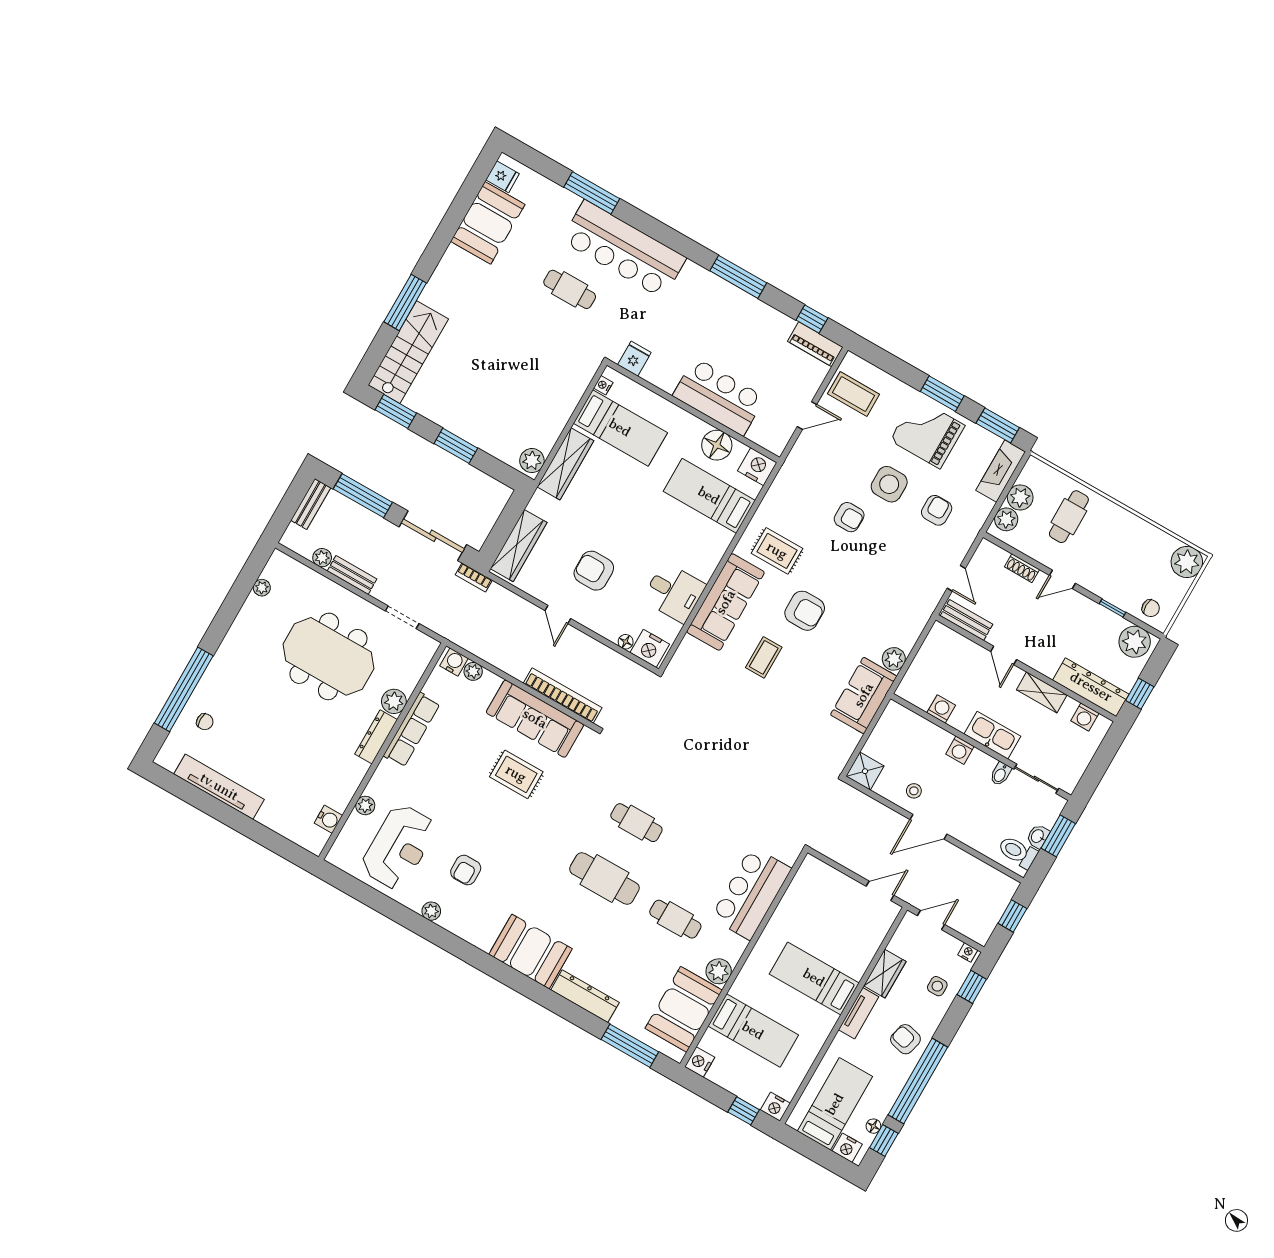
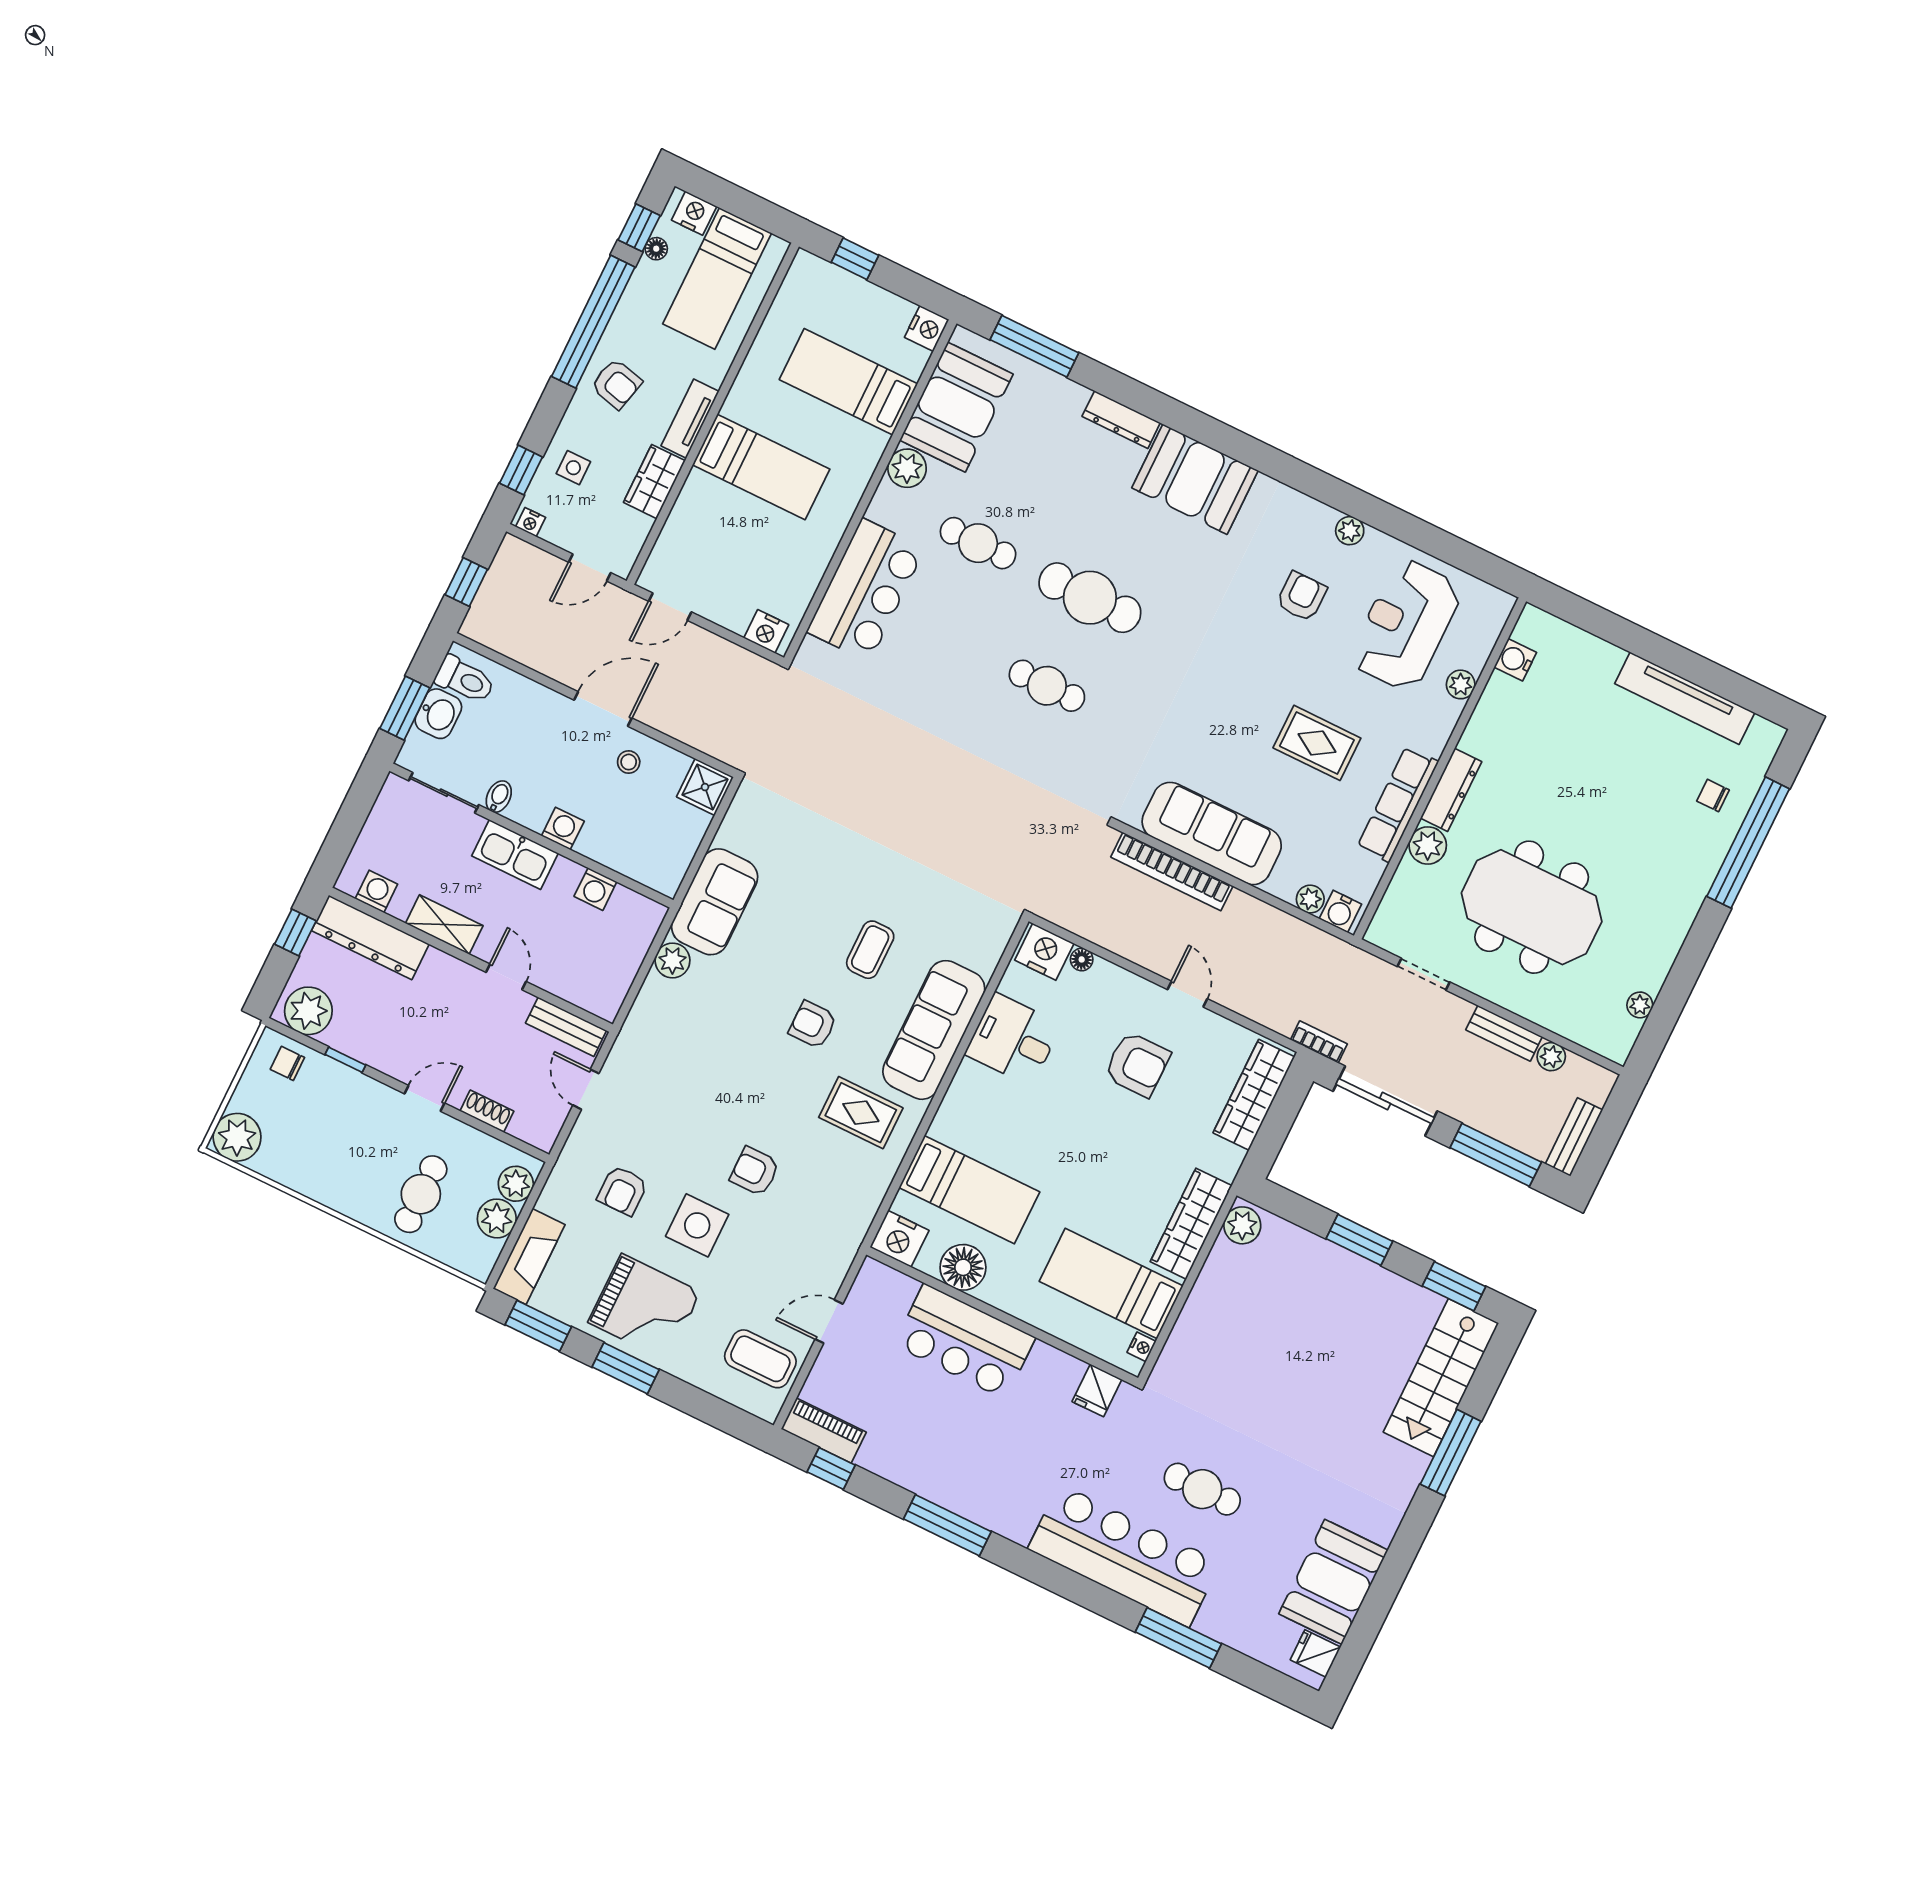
armchair: (805, 611) -> (813, 1025), width x0.72, depth x0.72
rug: (516, 774) -> (1317, 743), moved
washbasin: (1038, 836) -> (438, 714), width x1.38, depth x1.45
dresser: (585, 996) -> (1121, 420), width x0.73, depth x0.80
nightstand: (775, 1107) -> (766, 631), moved, turned 180

